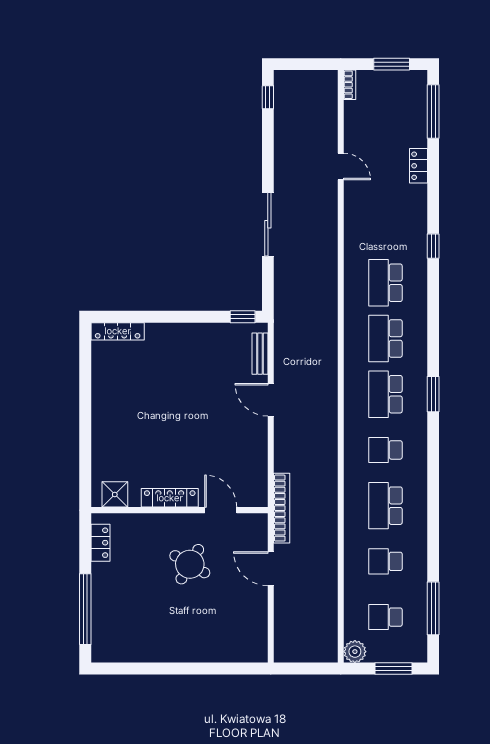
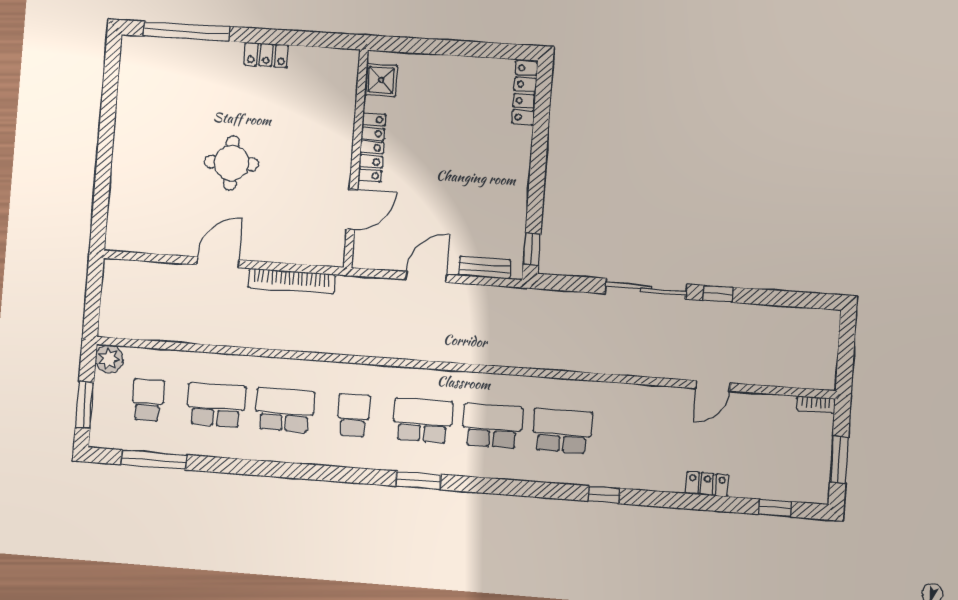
window: (268, 97) -> (718, 294), moved
window: (433, 112) -> (775, 508), width x0.46
shower: (115, 494) -> (381, 80), moved
locker: (170, 498) -> (372, 147), moved
wall: (179, 510) -> (356, 158), moved
door: (221, 510) -> (352, 209), moved
school desk: (385, 561) -> (216, 405), width x1.85
round table: (190, 564) -> (231, 163), turned -30

